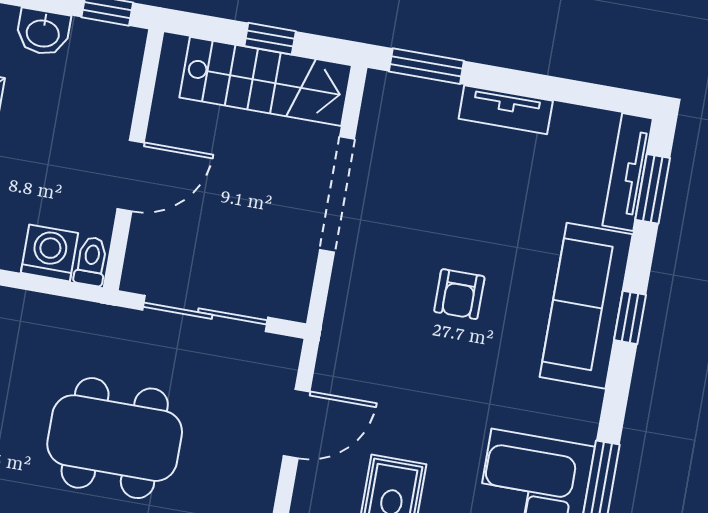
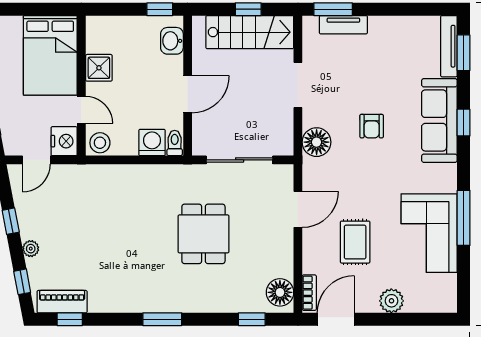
washbasin: (43, 32) -> (172, 41), moved, turned 90
tv unit: (506, 110) -> (343, 25), moved
doorway: (337, 195) -> (298, 85), width x0.73
floor lamp: (353, 306) -> (317, 142), added
dining table: (115, 438) -> (203, 234), width x0.73

